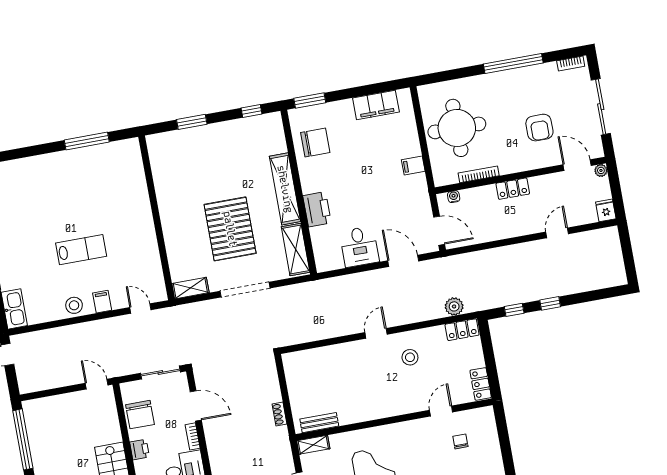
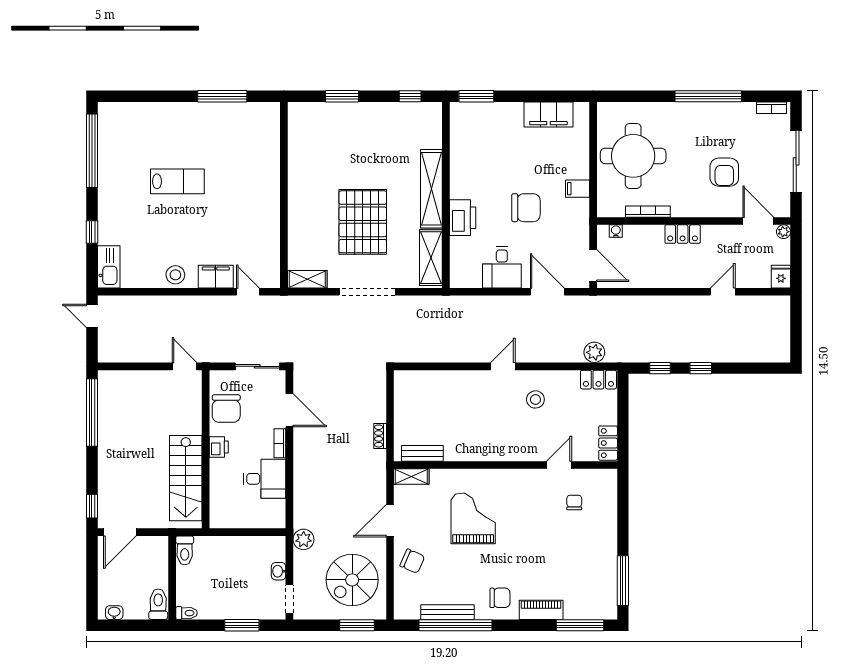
chair: (315, 143) -> (526, 208), moved
lab bench: (81, 250) -> (177, 181), moved
filing cabinet: (102, 302) -> (216, 277), width x2.00

